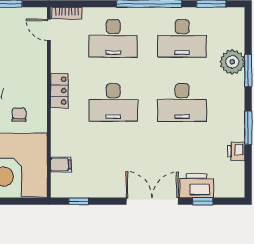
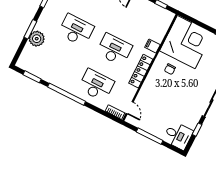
desk: (182, 38) -> (58, 66), removed
locker: (59, 91) -> (141, 71), width x1.53
filing cabinet: (61, 164) -> (152, 46), moved

